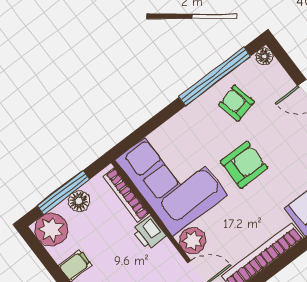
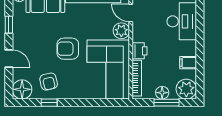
floor lamp: (264, 56) -> (22, 89), width x1.89, depth x1.89
window: (215, 77) -> (49, 103), width x0.32
window: (63, 192) -> (167, 103), width x0.69

